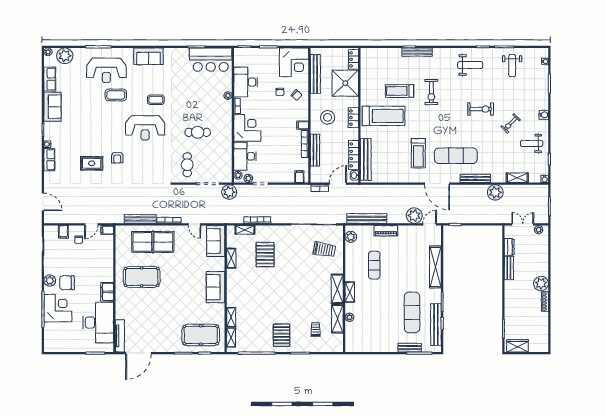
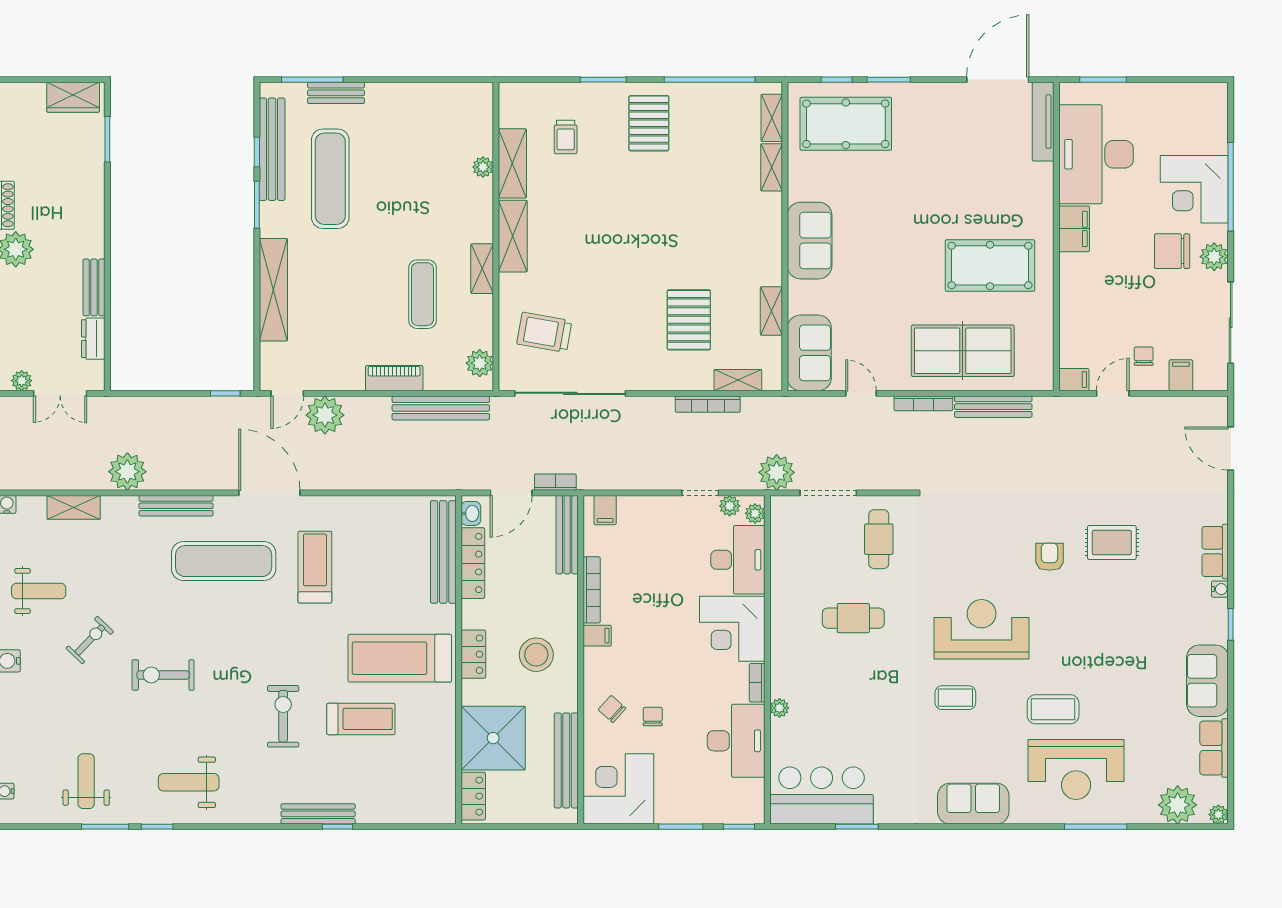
reception desk: (106, 70) -> (1076, 769), turned 180
bench: (315, 150) -> (567, 535), moved
chair: (67, 283) -> (1172, 251), turned 180
shelving: (350, 292) -> (482, 269), moved

